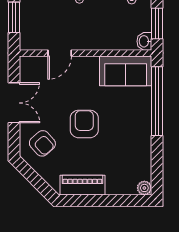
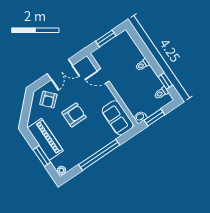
window: (157, 101) -> (99, 155), moved
piano: (82, 185) -> (45, 139), width x1.37, depth x1.33
window: (109, 201) -> (42, 156), added

